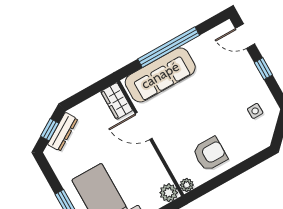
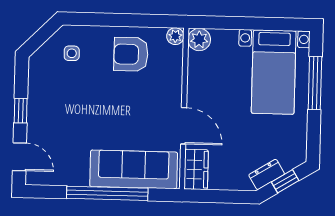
side table: (255, 111) -> (72, 53), moved
dresser: (63, 132) -> (267, 174), width x0.70

